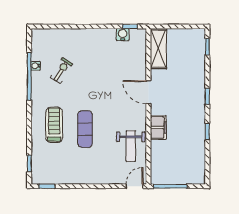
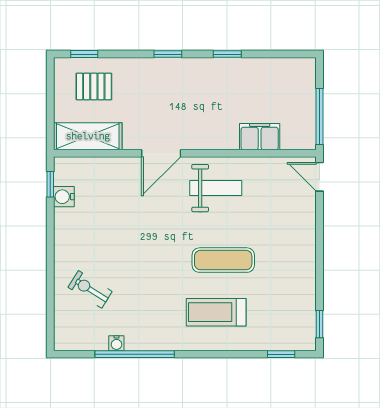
pallet: (188, 52) -> (94, 86), added
exercise bike: (61, 70) -> (90, 289), moved
filing cabinet: (158, 127) -> (260, 137), moved
weight bench: (131, 146) -> (216, 188), moved

